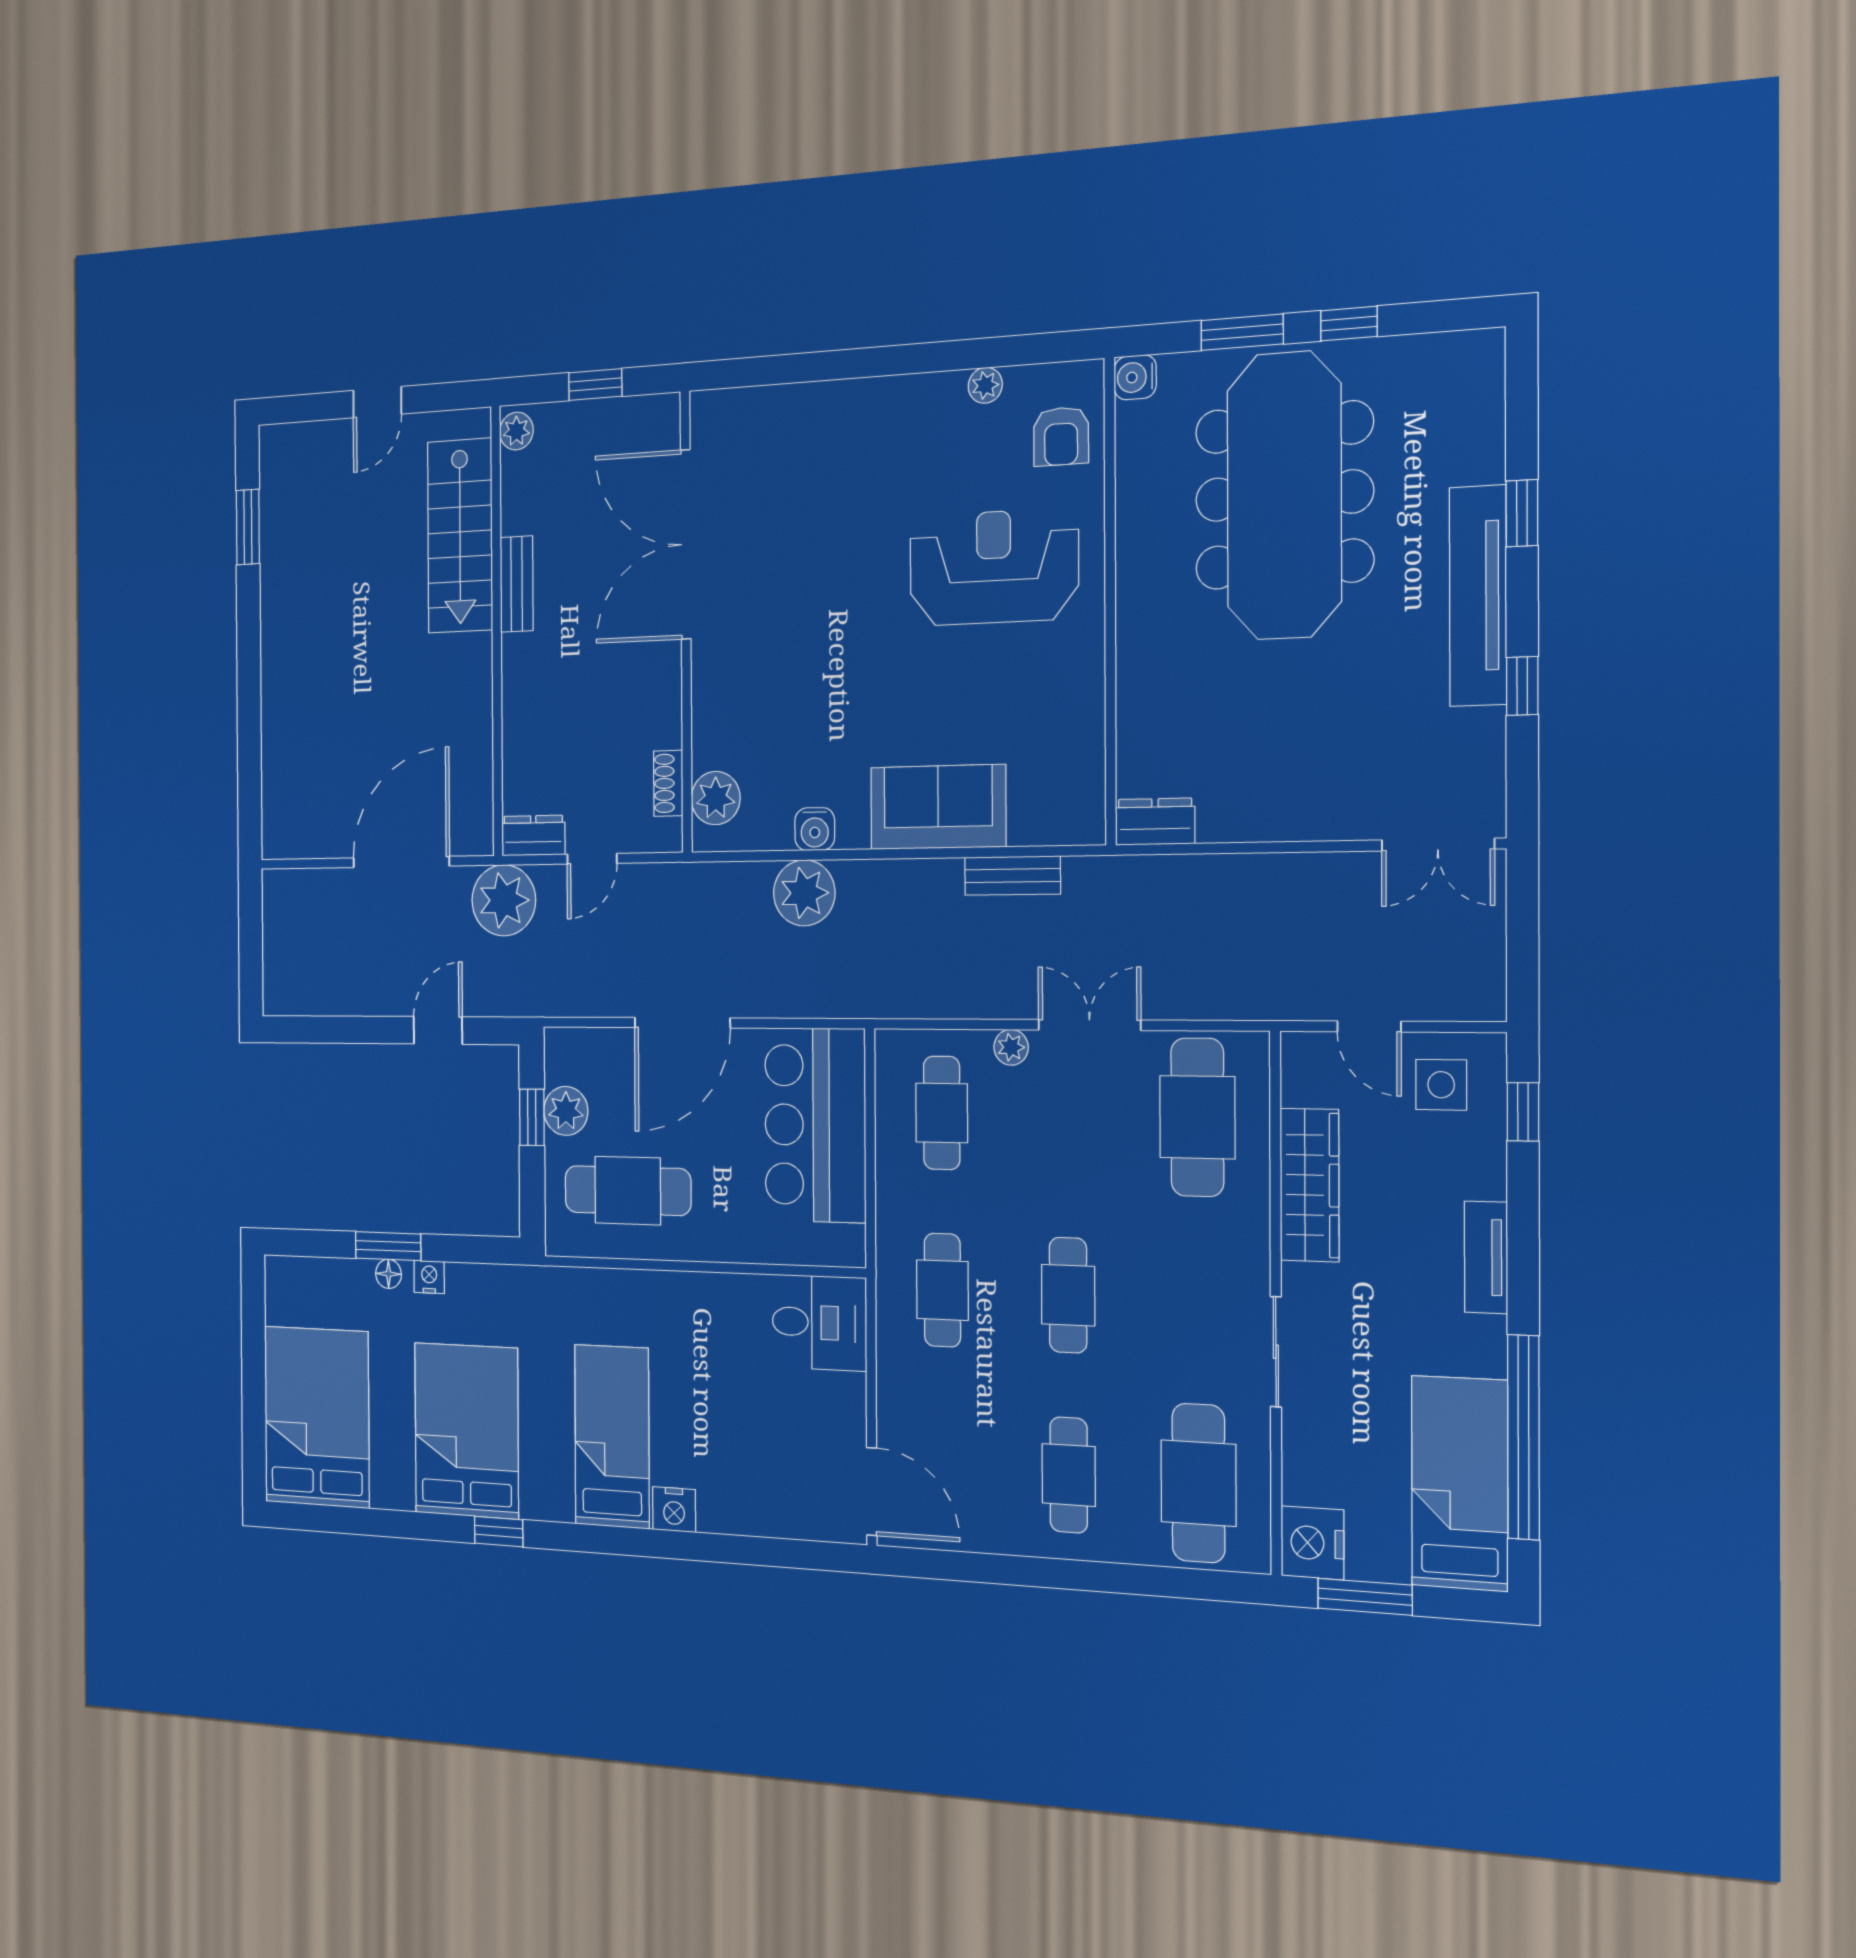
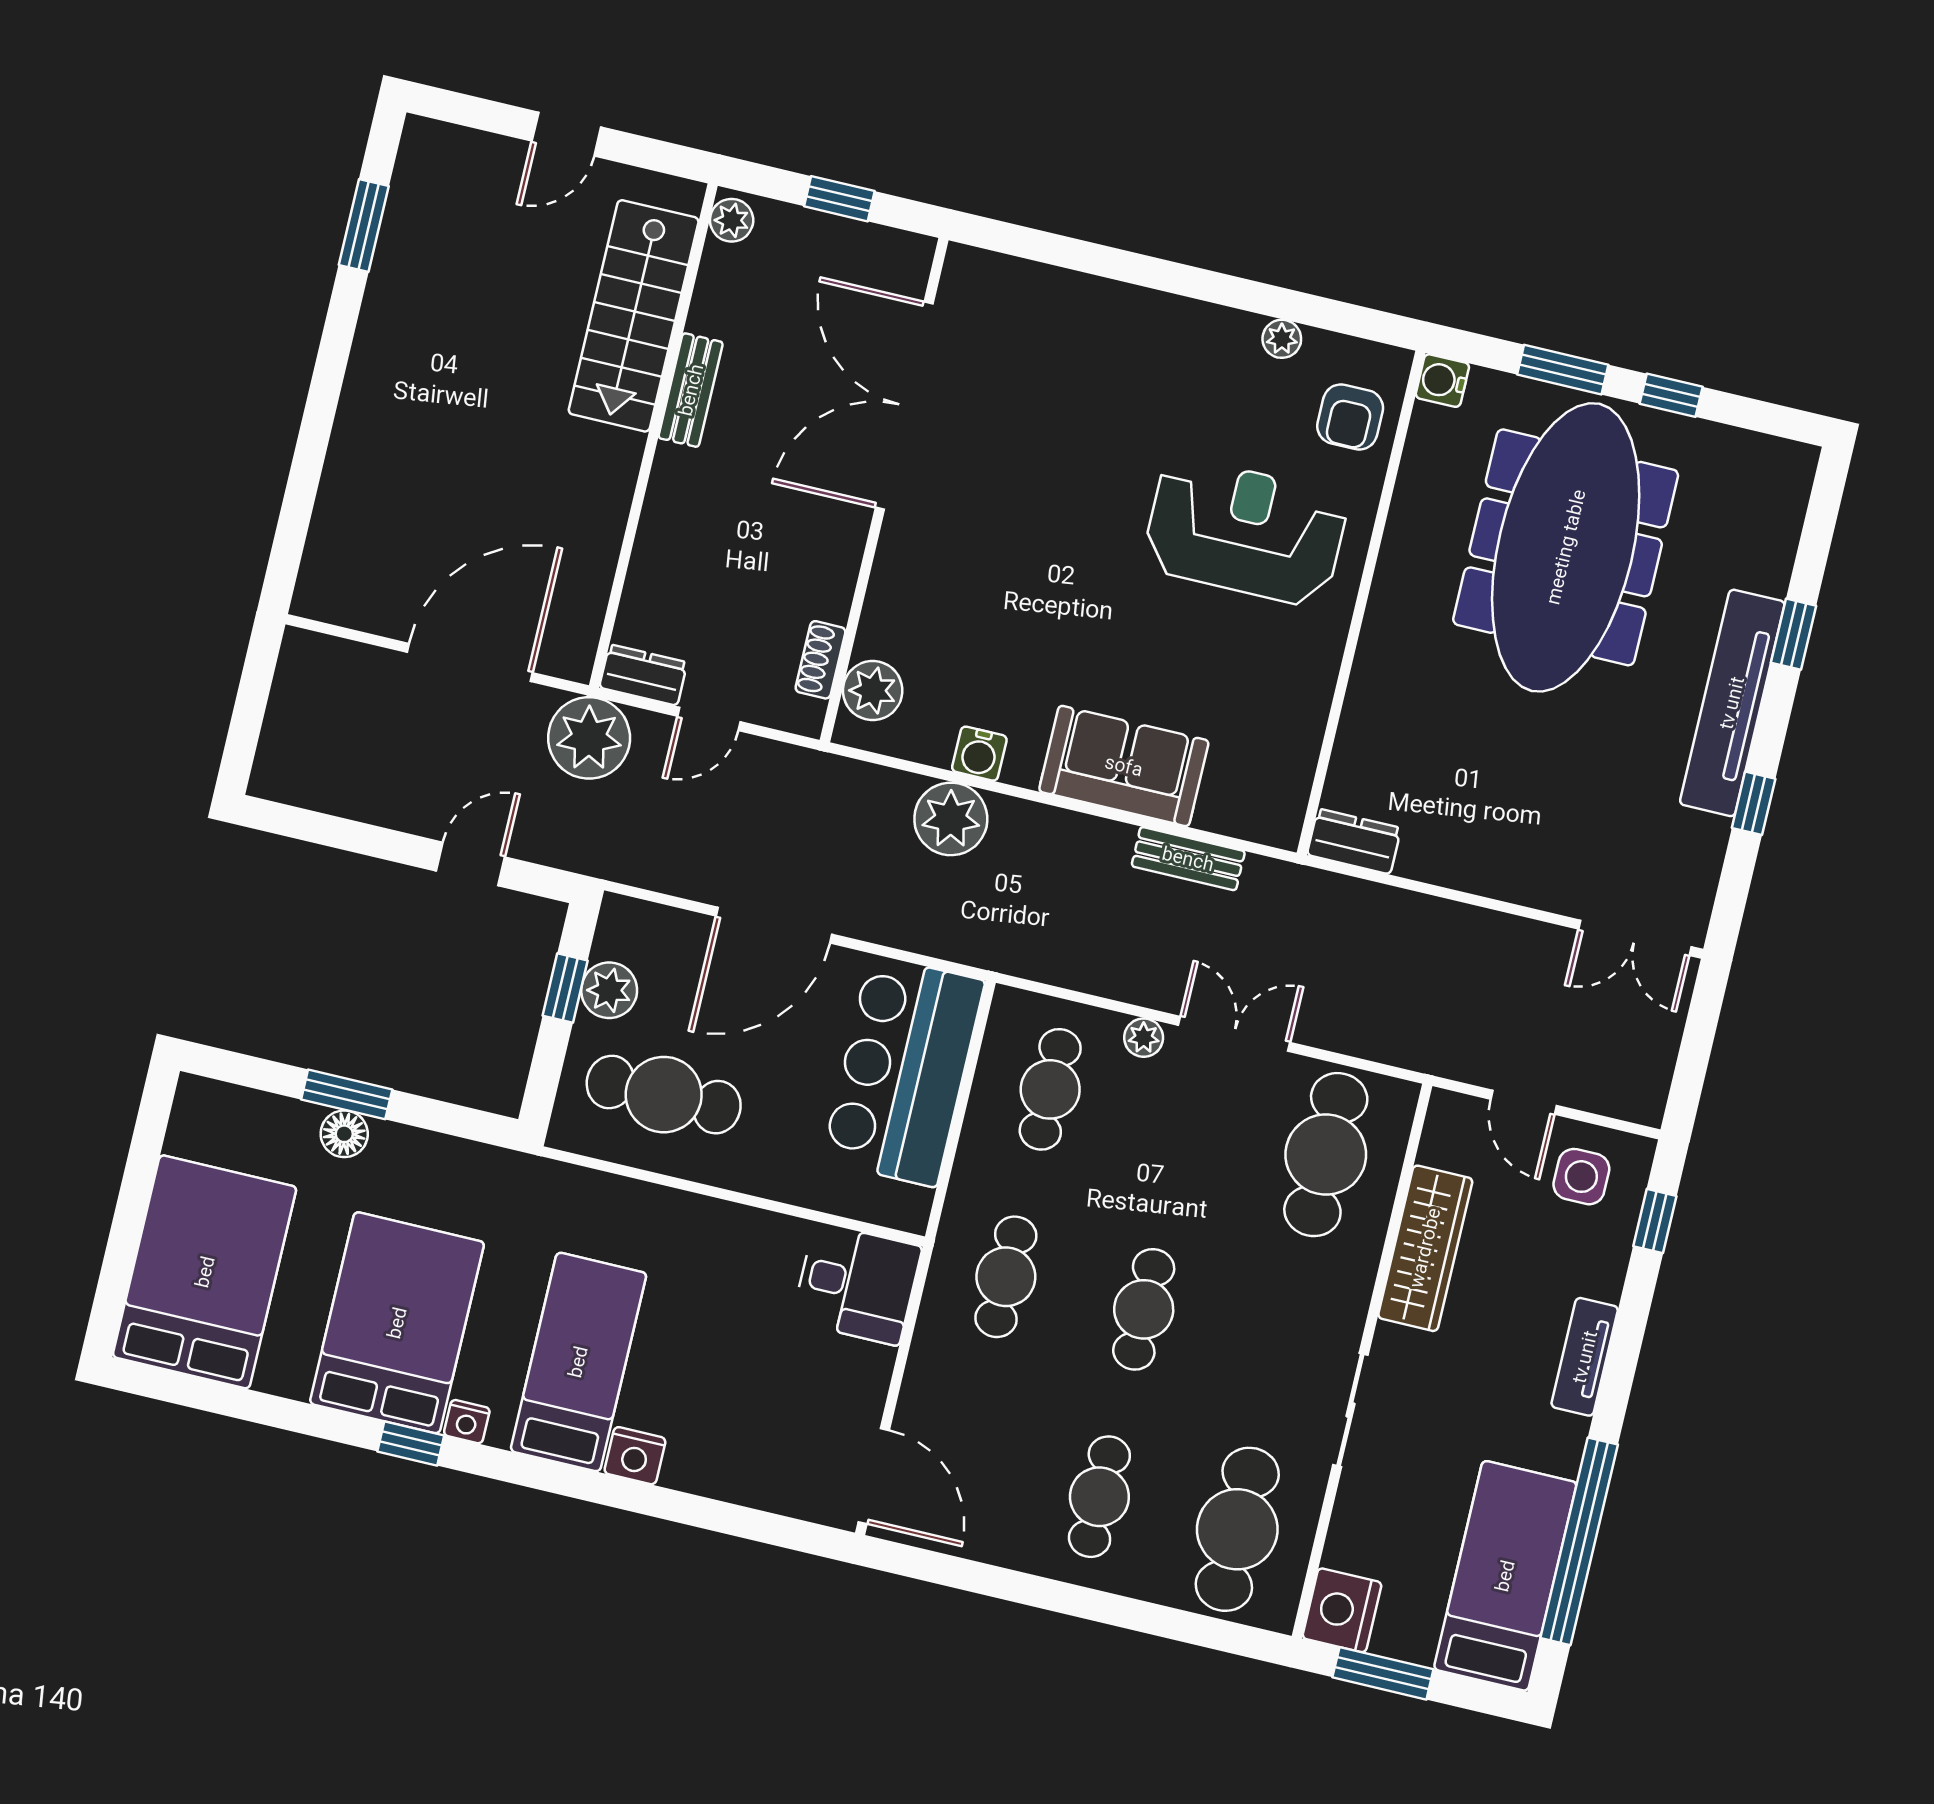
floor lamp: (389, 1274) -> (344, 1134), width x1.37, depth x1.37
nightstand: (429, 1277) -> (467, 1422), moved, turned 180

